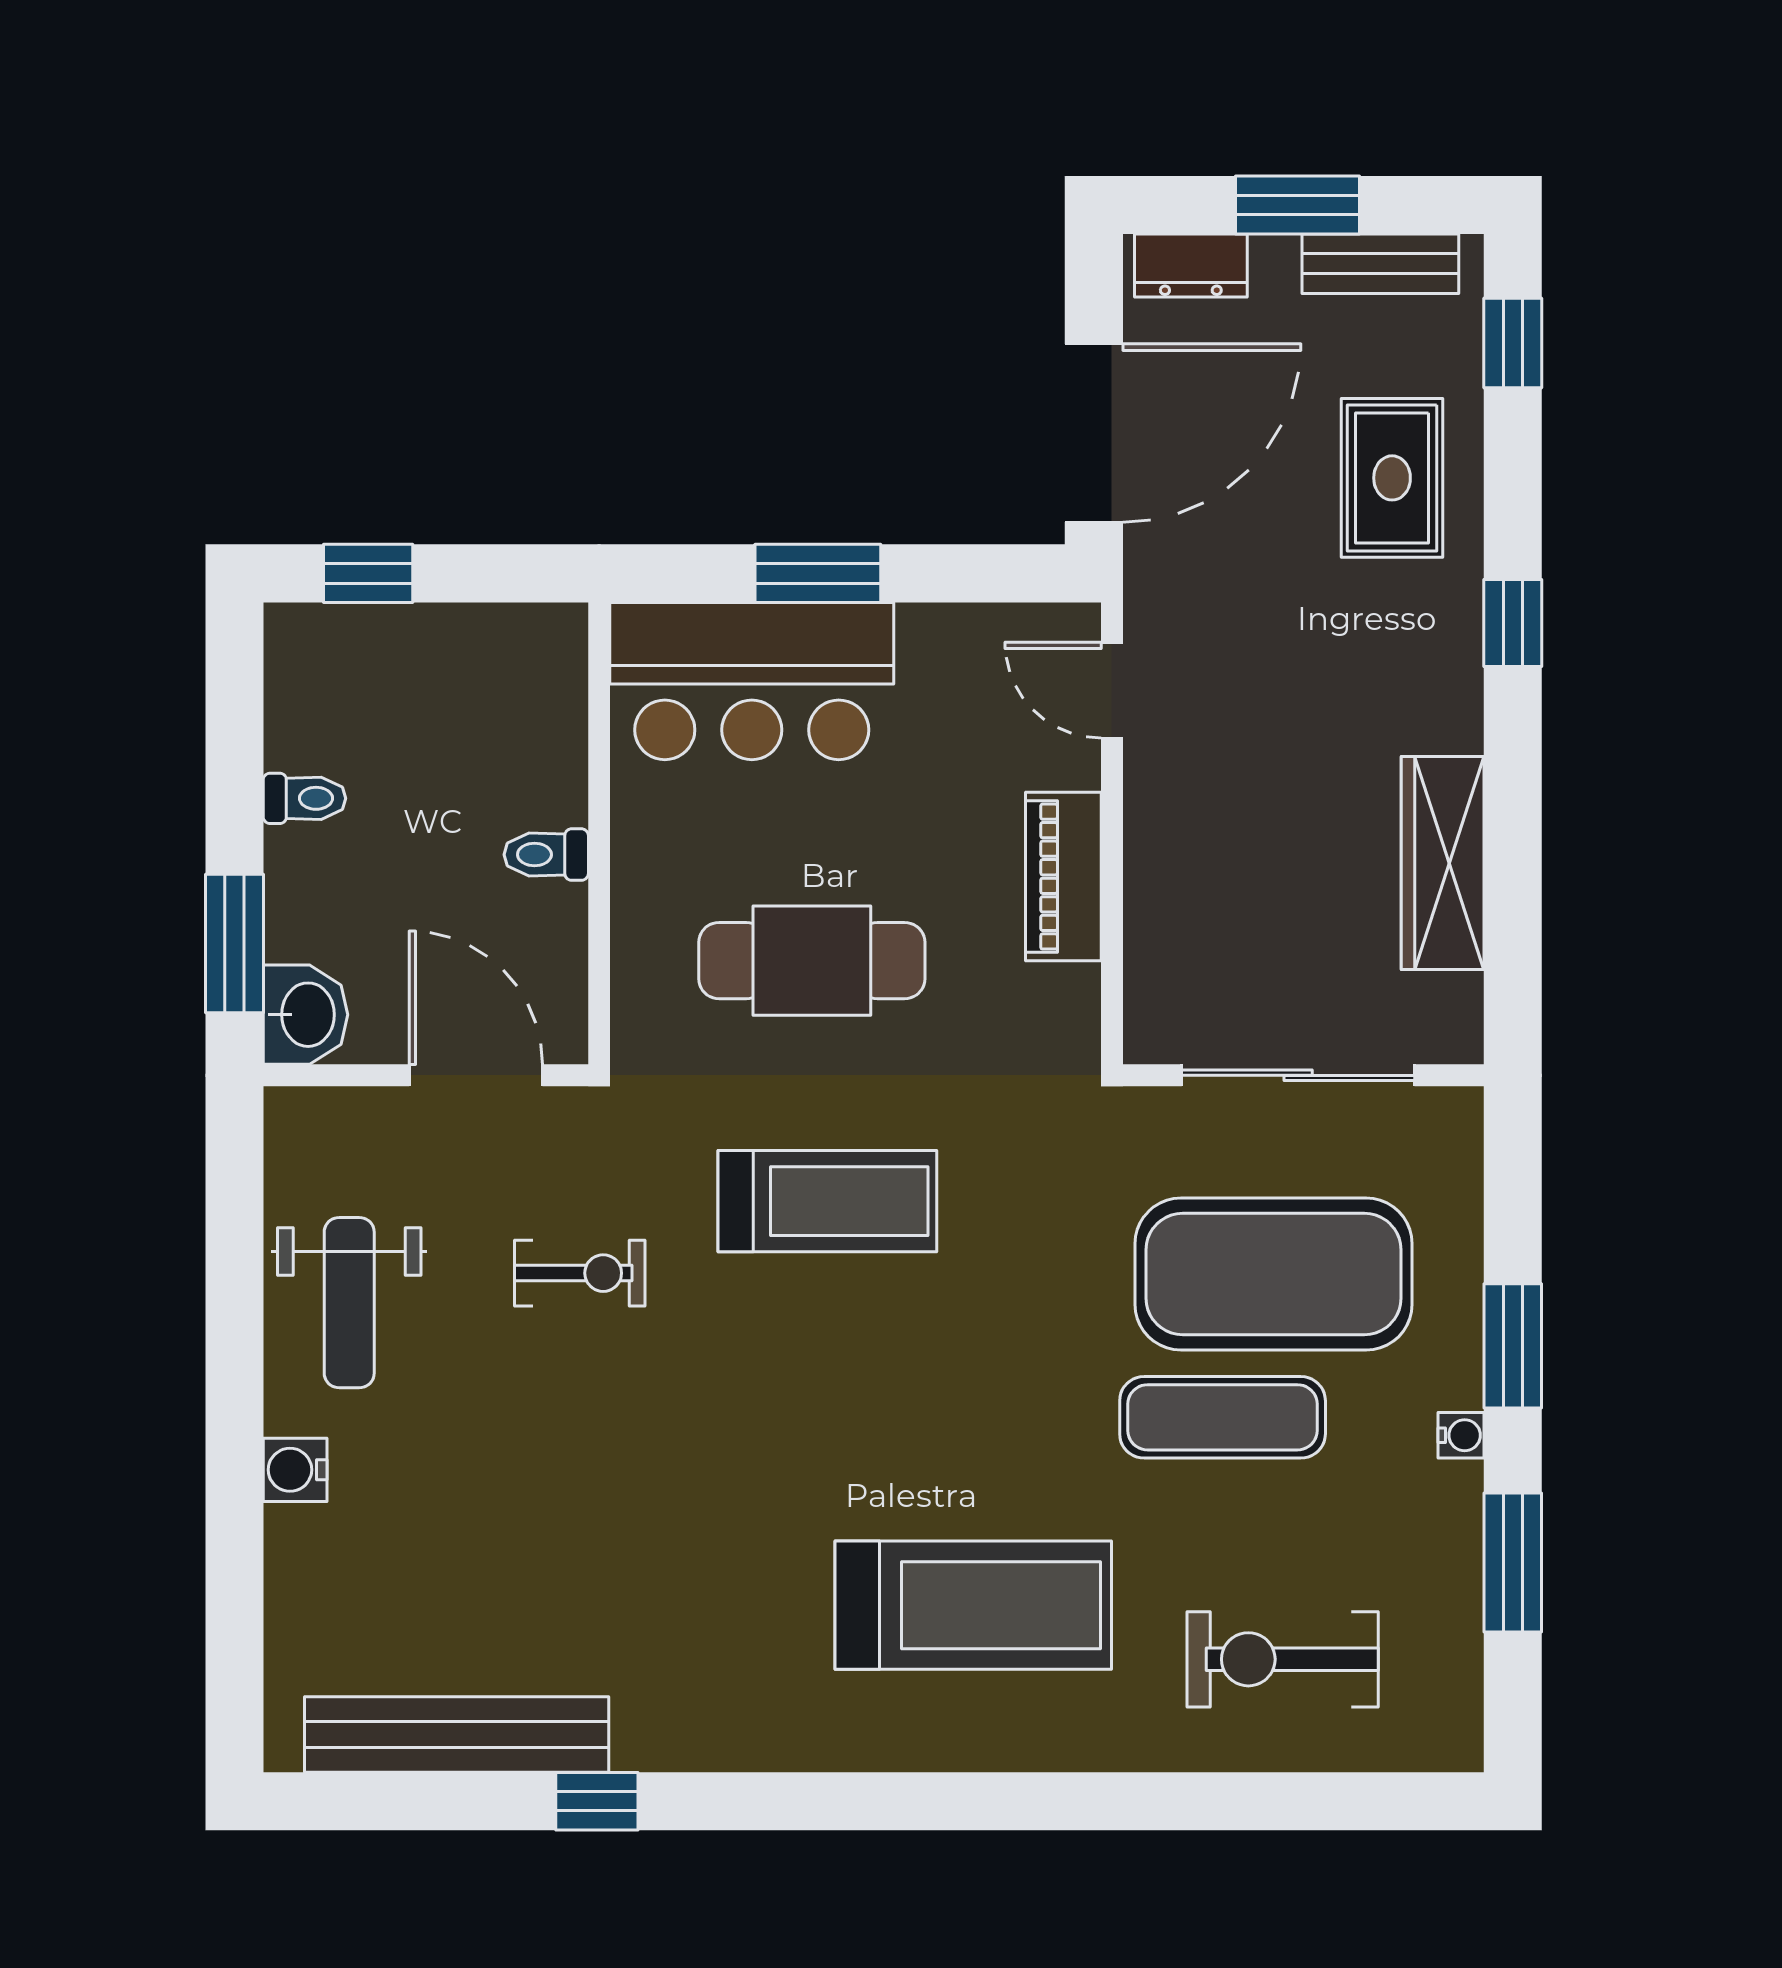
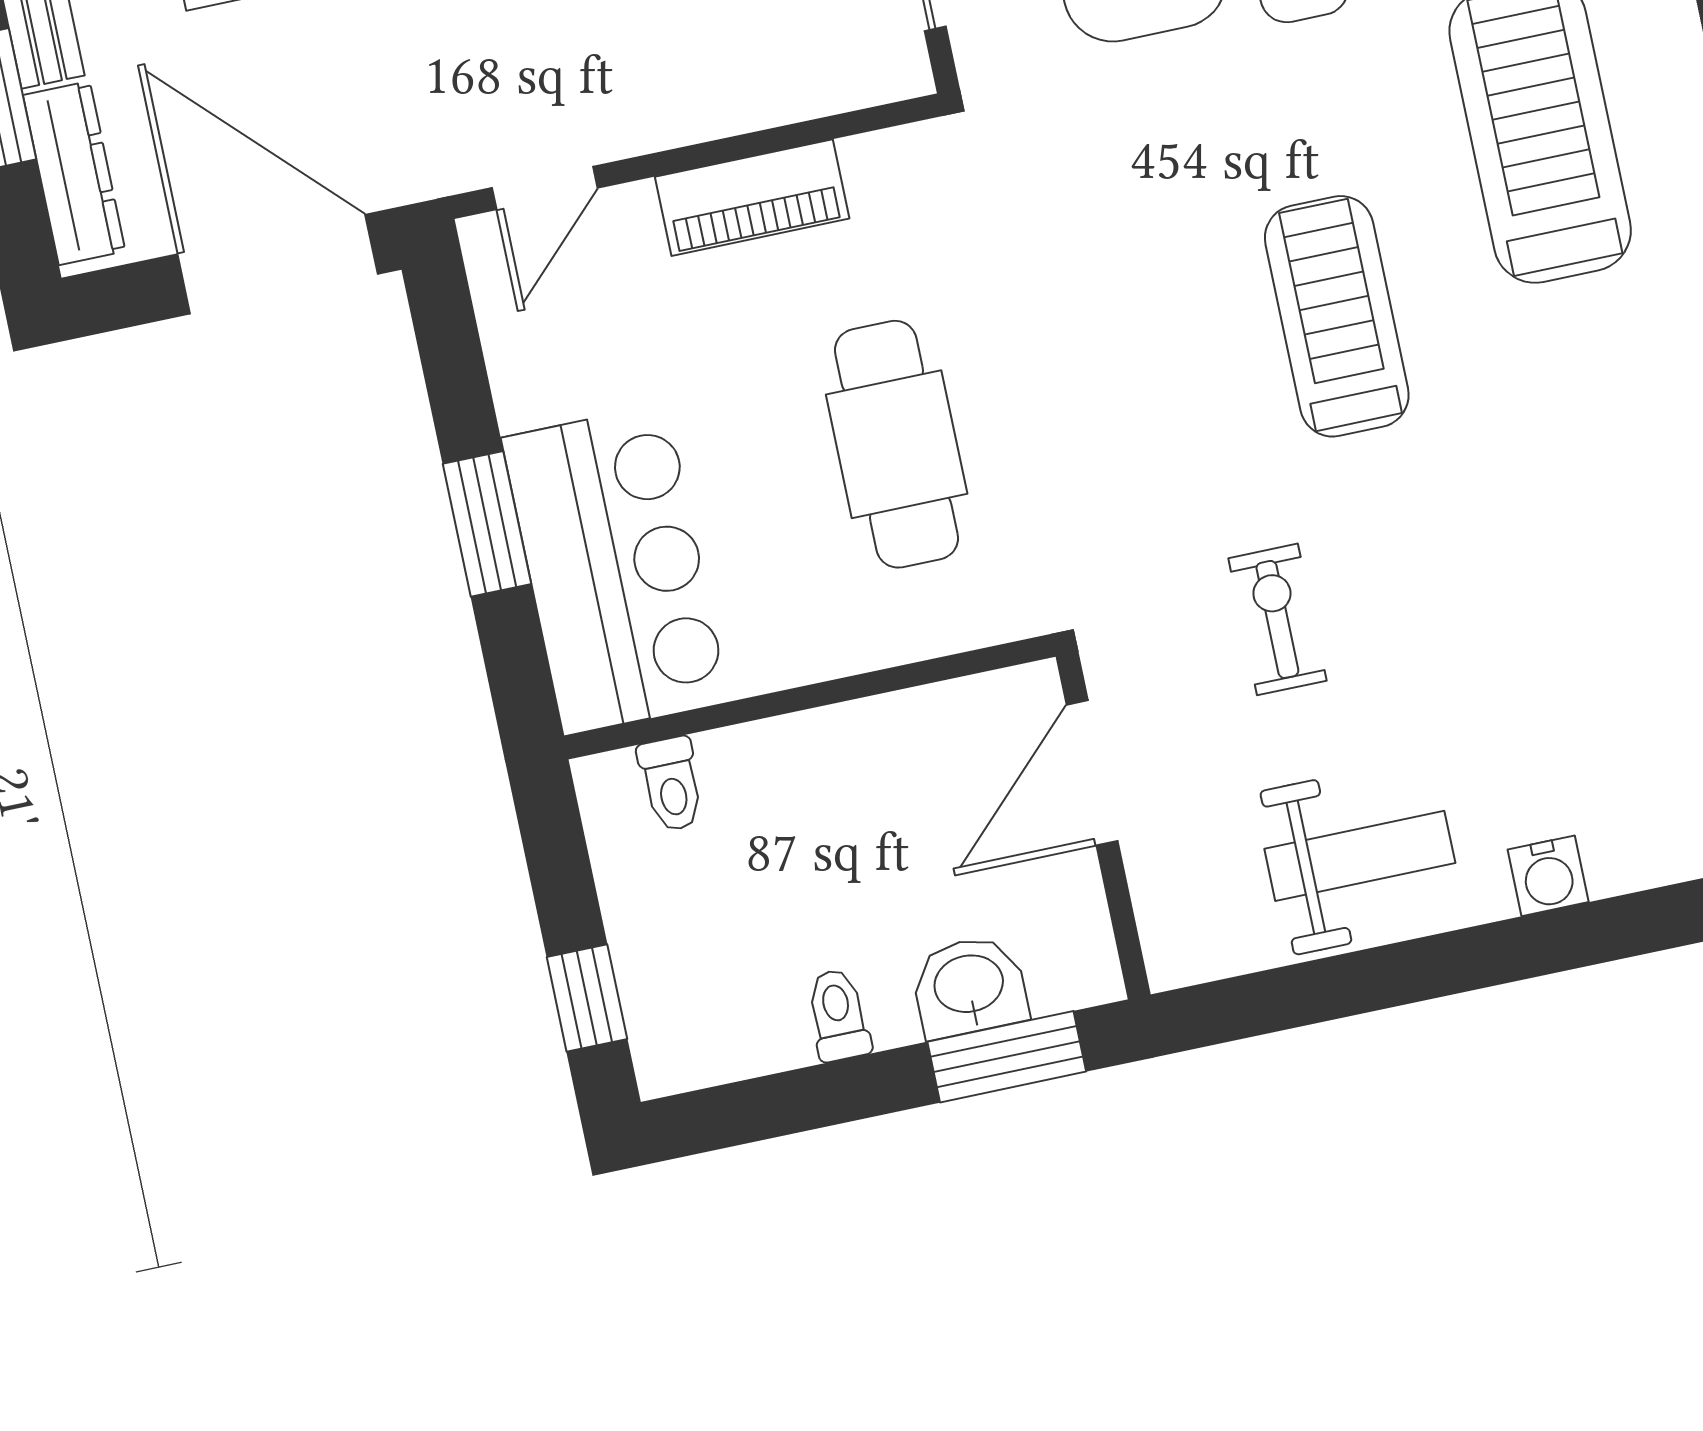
dresser: (1191, 266) -> (74, 173), width x1.44
toilet: (546, 855) -> (671, 784), moved
washbasin: (305, 1015) -> (969, 986), moved
treadmill: (827, 1201) -> (1337, 316), moved

